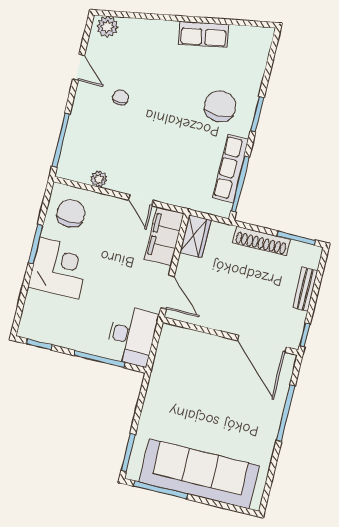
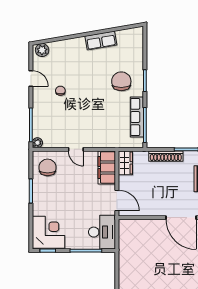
plant: (99, 179) -> (37, 143), moved
door: (141, 200) -> (76, 149), moved
corner desk: (59, 268) -> (48, 232), moved

